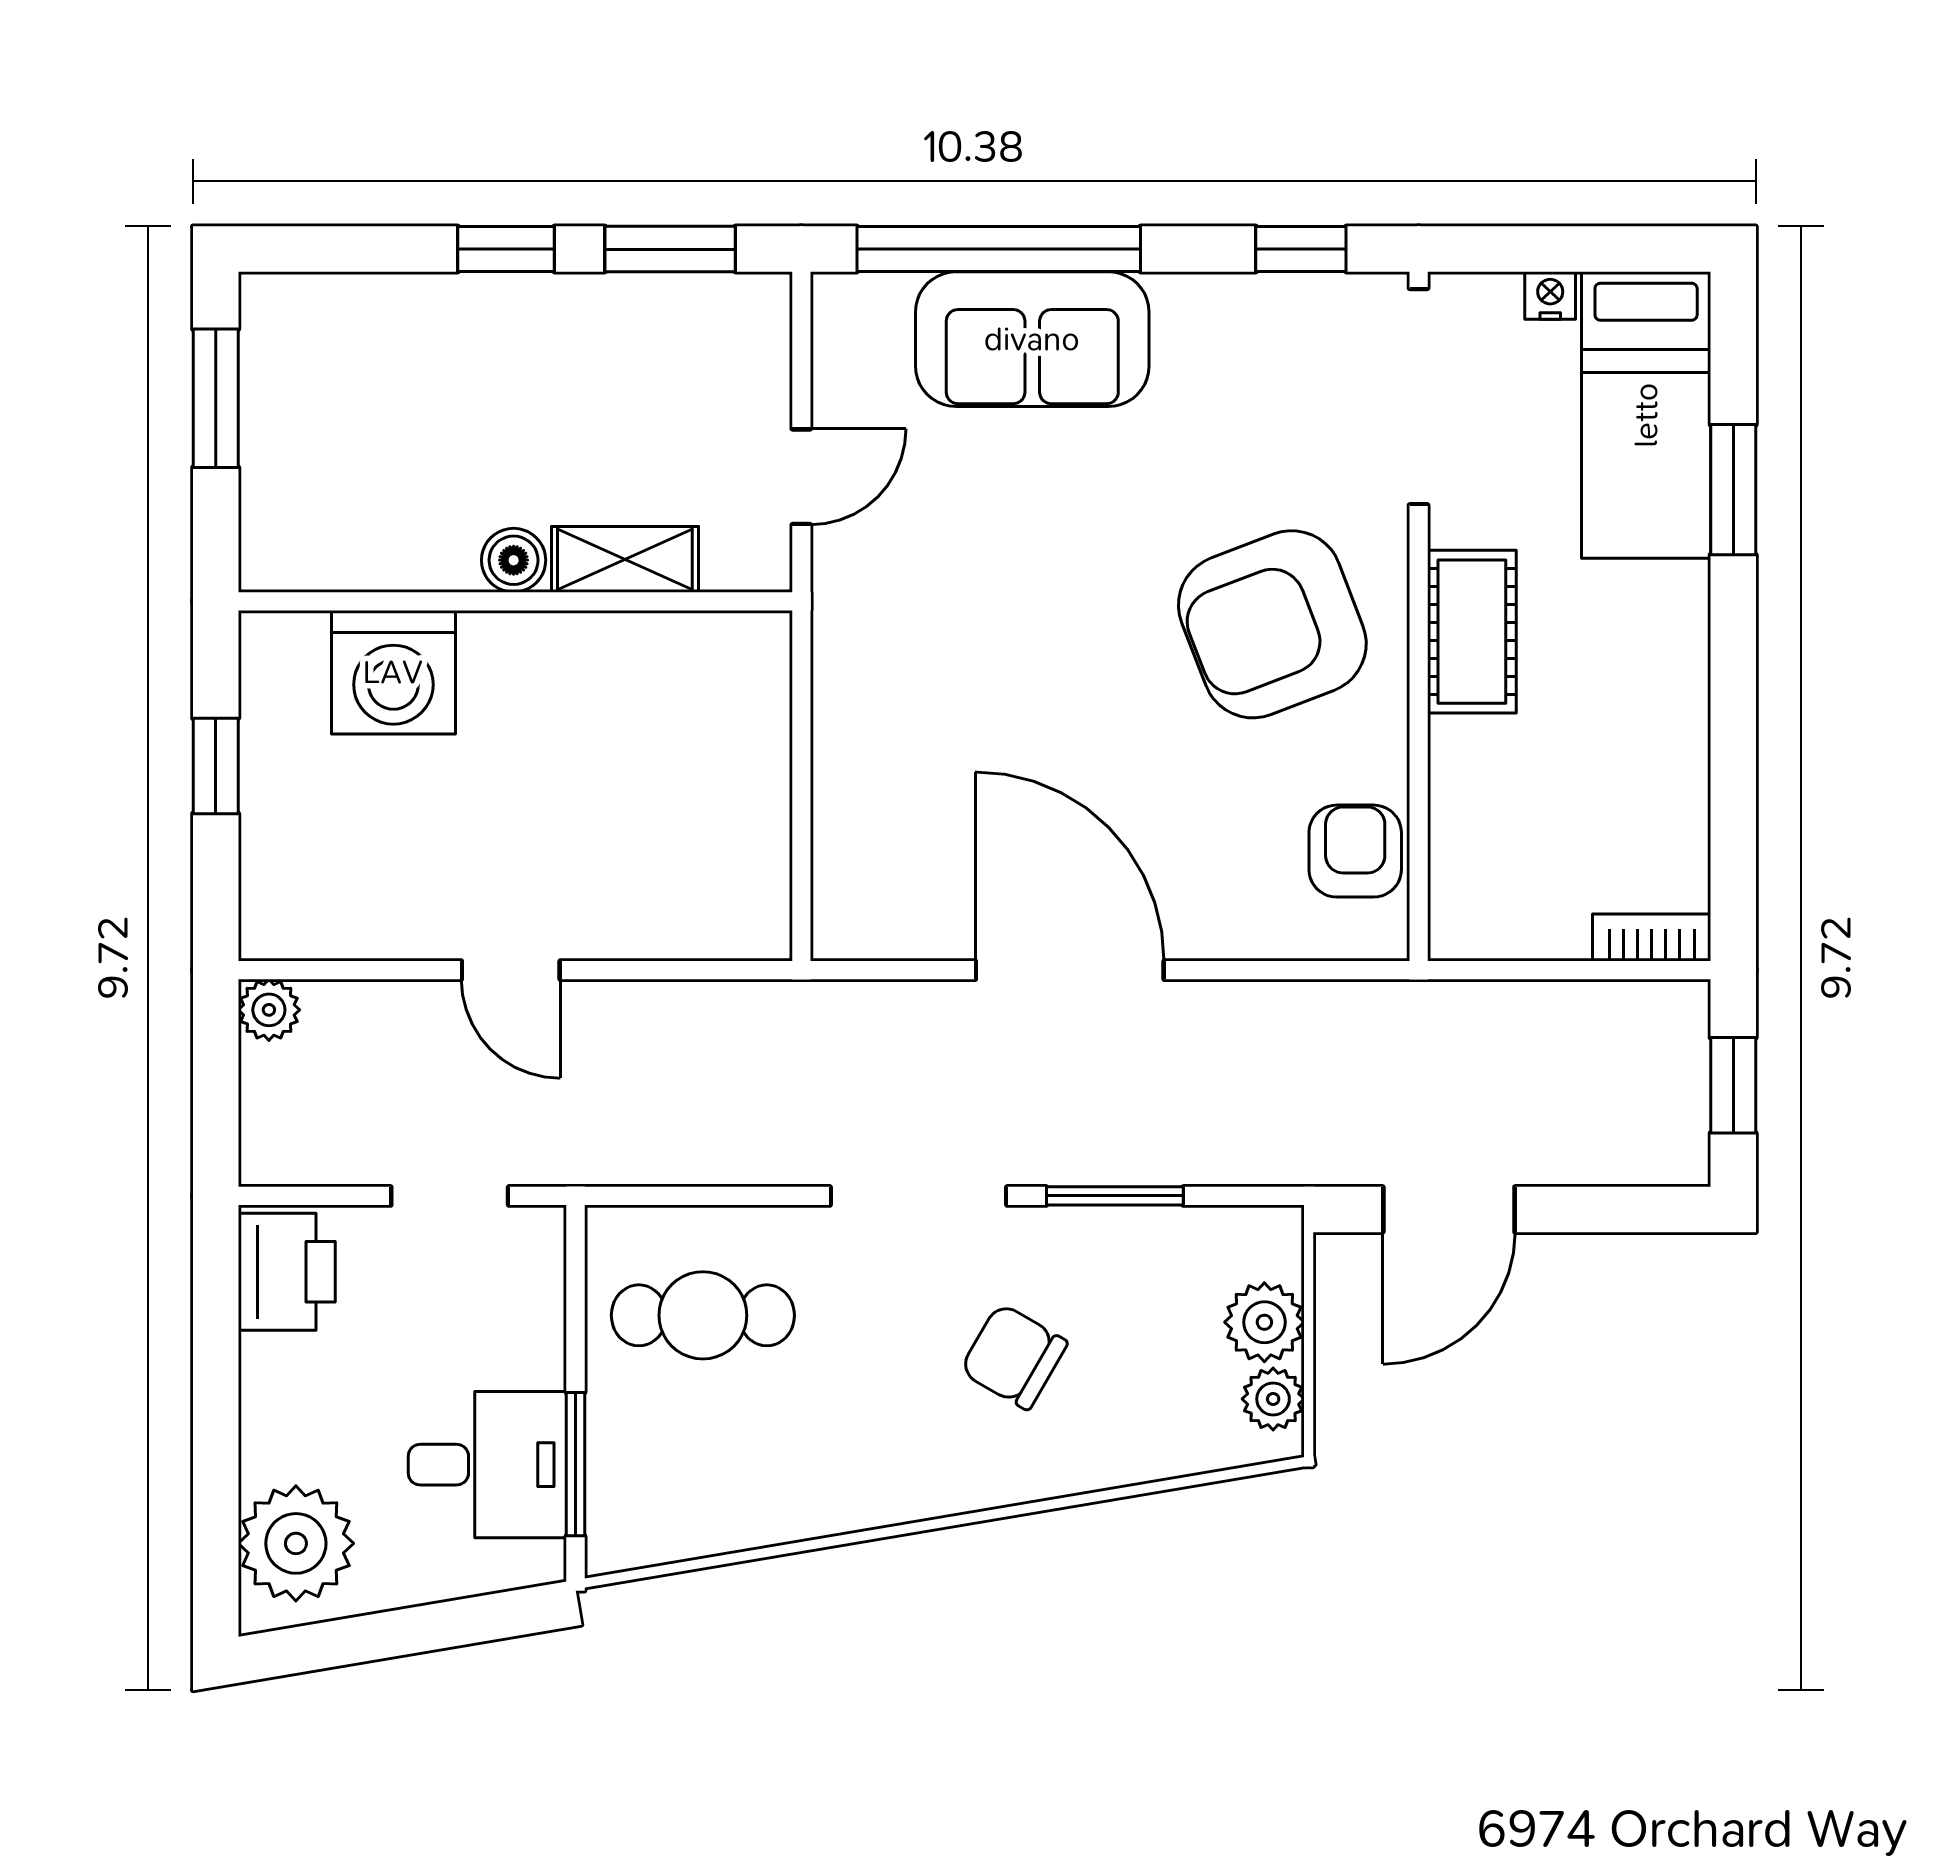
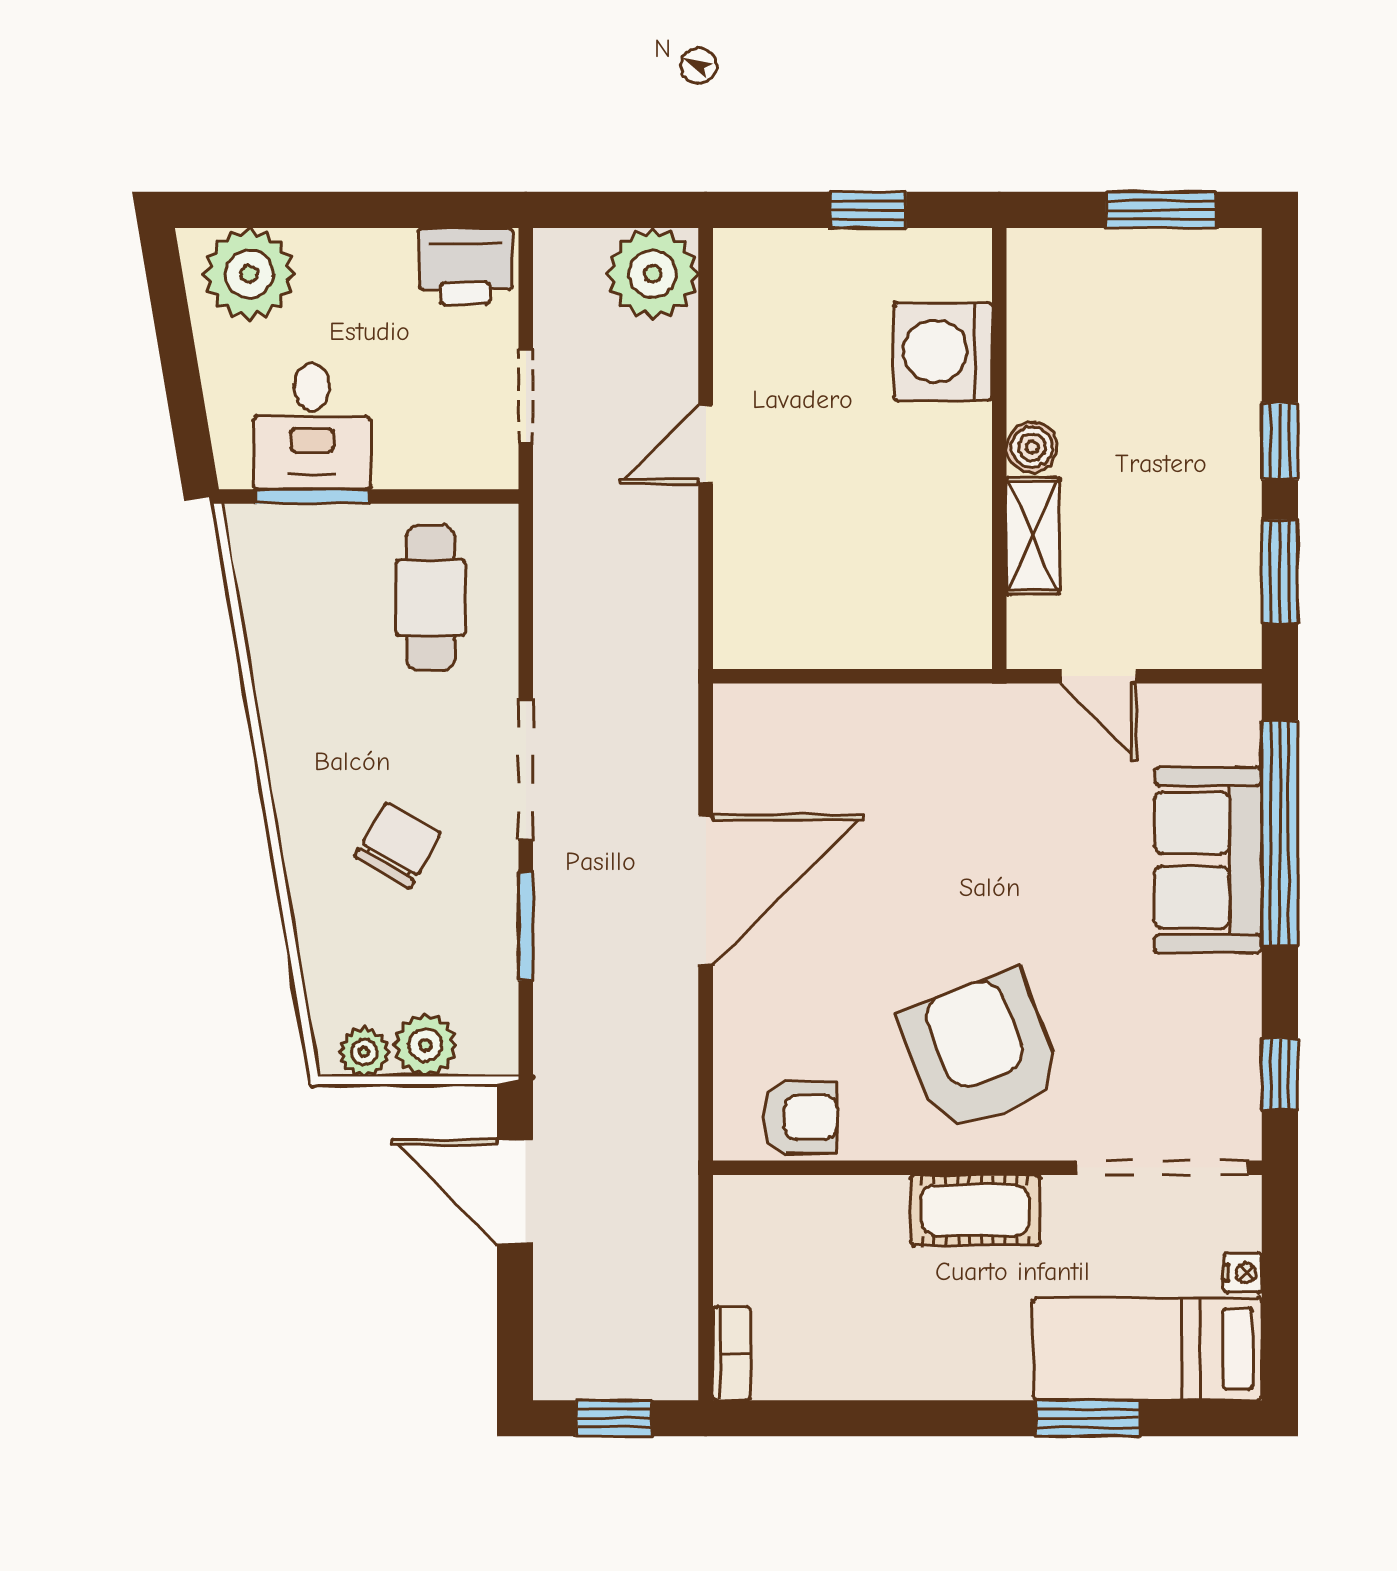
plant: (269, 1010) -> (653, 274), width x1.87, depth x1.87

